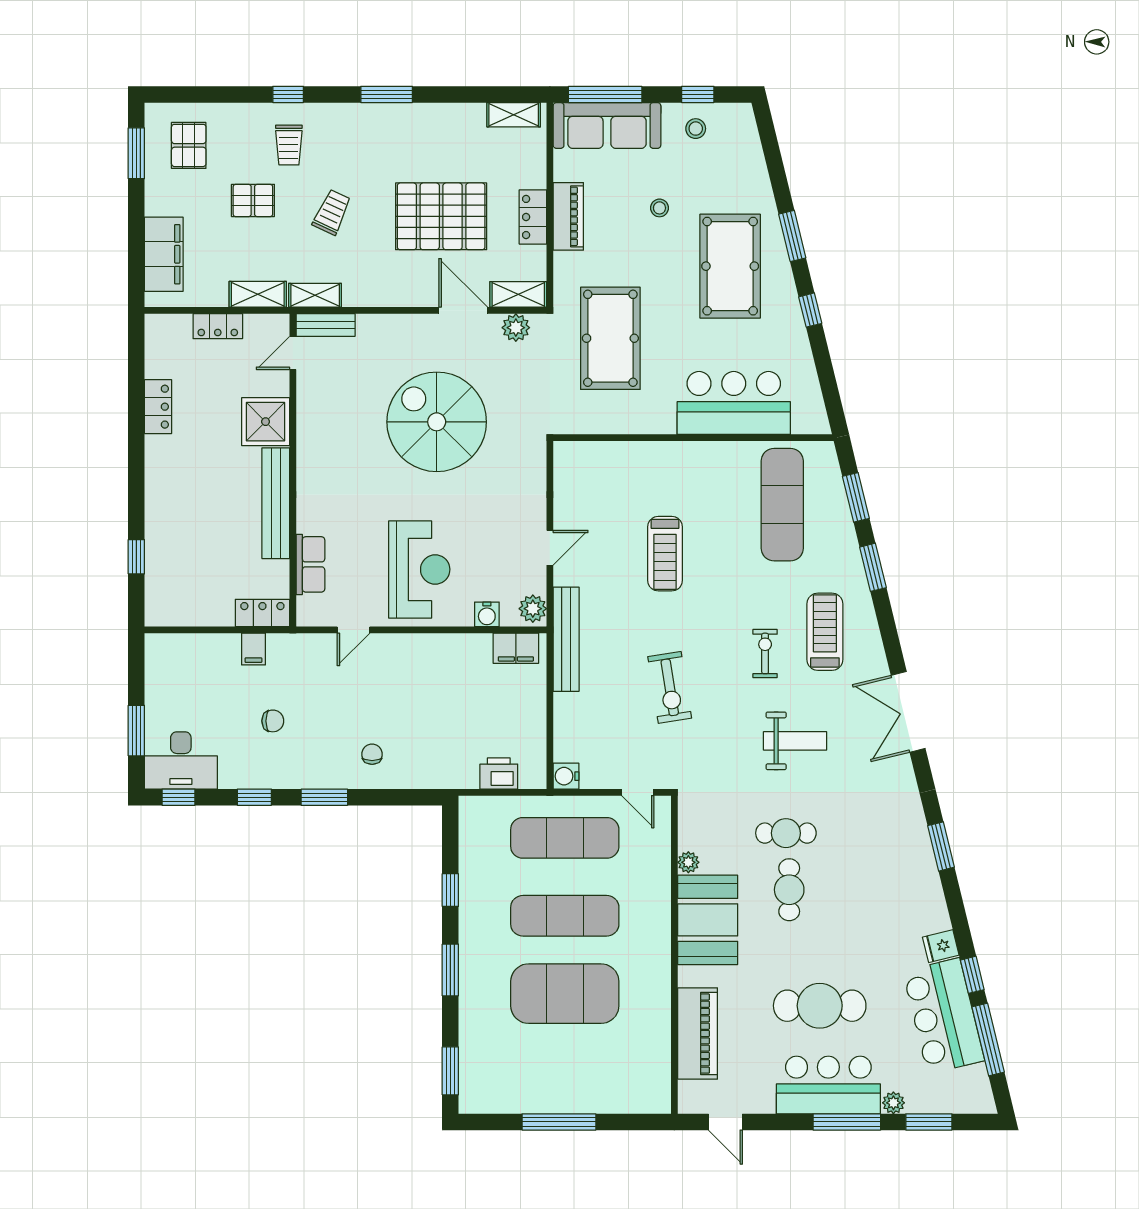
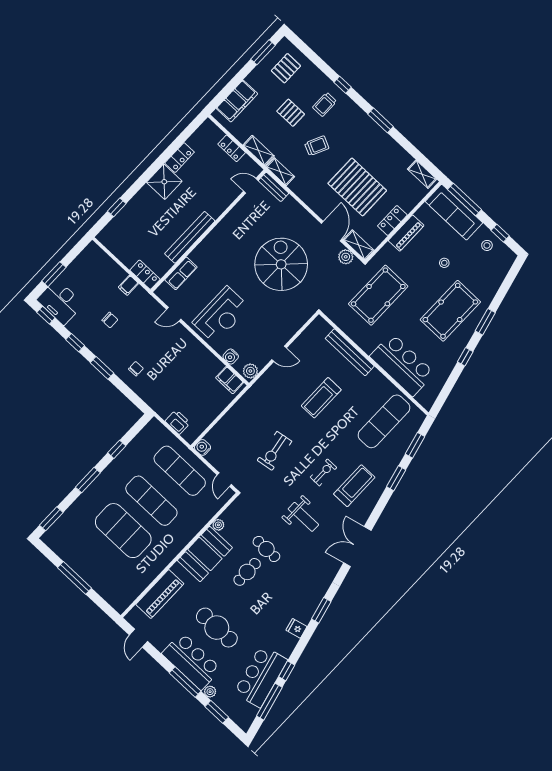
shower: (266, 422) -> (164, 182), moved
bench: (566, 639) -> (350, 352), moved, turned 90
fridge: (941, 946) -> (296, 628), moved

